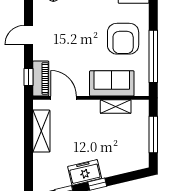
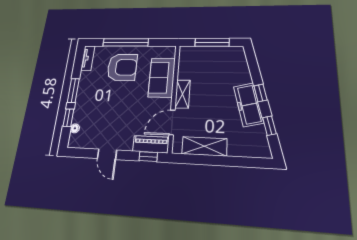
window: (153, 56) -> (126, 42), moved
shelving: (116, 106) -> (182, 94), moved
freezer: (85, 172) -> (248, 105), width x1.40

